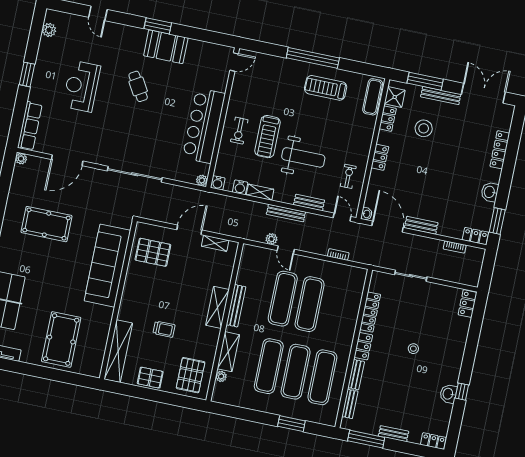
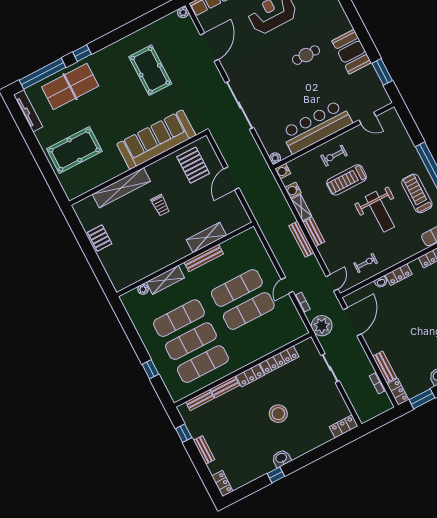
window: (158, 26) -> (382, 72), moved
door: (234, 62) -> (367, 118), moved
cafe table: (138, 86) -> (306, 55), turned 31
weight bench: (303, 157) -> (380, 212), moved
door: (67, 160) -> (209, 47), swing flipped
bench: (309, 203) -> (314, 232), moved
washbasin: (366, 214) -> (381, 282), moved
bench: (421, 225) -> (384, 367), moved
door: (189, 230) -> (231, 178), swing flipped
plant: (271, 239) -> (322, 326), moved, width x1.88, depth x1.88
shelving: (215, 243) -> (237, 205), removed
door: (286, 250) -> (287, 285), moved
shelving: (217, 307) -> (206, 238), moved
trolley: (164, 329) -> (160, 205), moved
stool: (413, 349) -> (278, 414), width x1.89, depth x1.89
shelving: (118, 351) -> (121, 188), moved
pallet: (191, 375) -> (126, 266), removed
washbasin: (448, 394) -> (281, 458), moved
window: (291, 424) -> (150, 369), width x0.67
window: (366, 439) -> (184, 433), width x0.46

